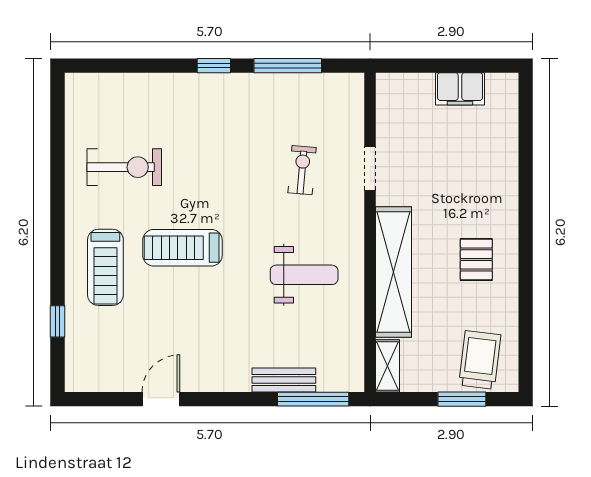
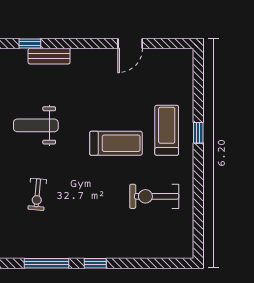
window: (58, 321) -> (198, 133), moved
window: (313, 399) -> (30, 44), width x0.46

